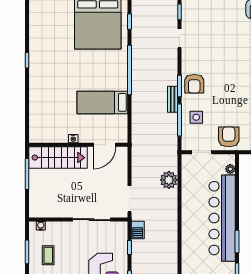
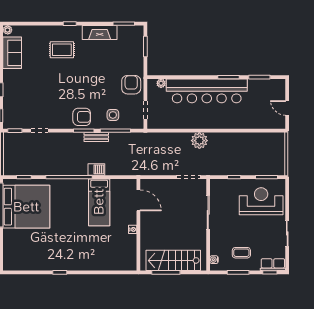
armchair: (229, 137) -> (131, 85), turned 90
stairs: (58, 158) -> (173, 260), moved, turned -90
plant: (169, 180) -> (199, 141), moved
barbecue: (138, 230) -> (96, 169), moved

